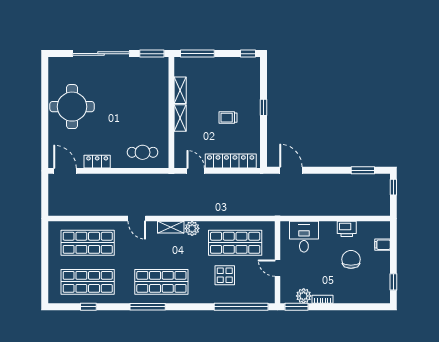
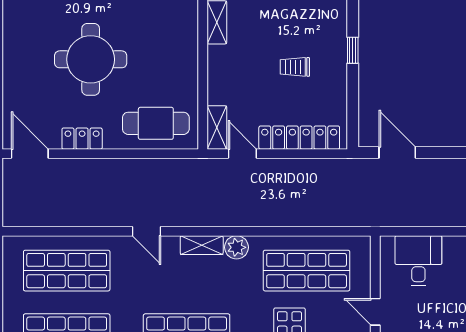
round table: (72, 107) -> (91, 59), moved
shelving: (180, 118) -> (217, 127), moved
cafe table: (143, 152) -> (156, 123), width x1.37, depth x1.35

